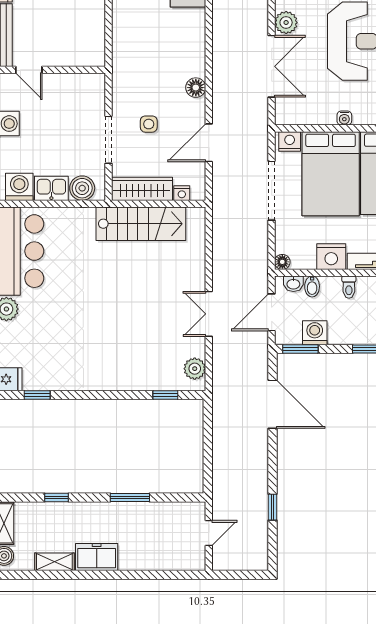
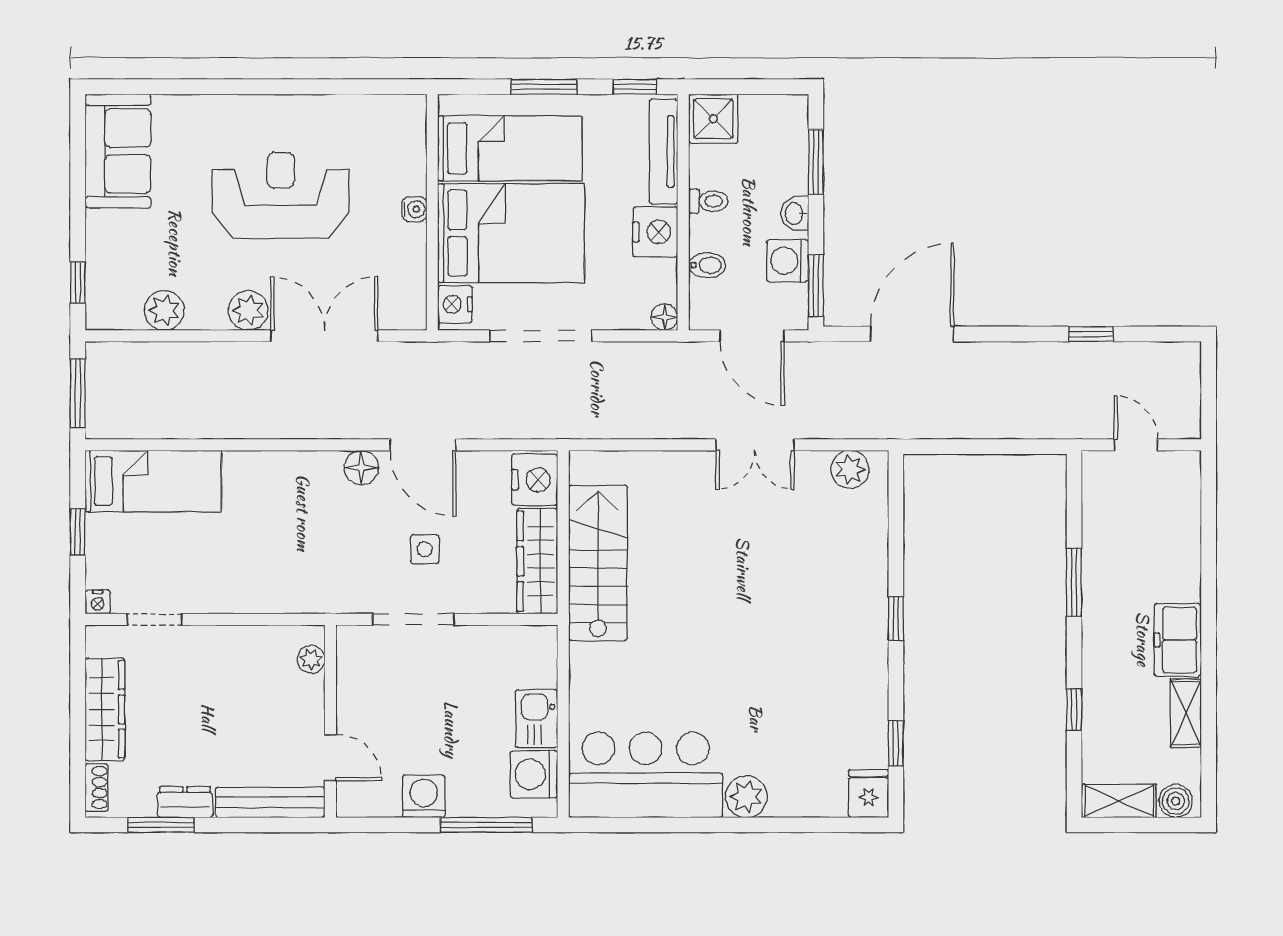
plant: (86, 59) -> (311, 659), added
door: (29, 70) -> (330, 758), hinge flipped
doorway: (108, 140) -> (414, 619), moved
door: (209, 143) -> (423, 445), moved
boiler: (82, 188) -> (536, 665), removed
nightstand: (182, 193) -> (535, 480), width x1.89, depth x1.79
washbasin: (293, 284) -> (795, 214), moved, turned 180
window: (165, 395) -> (896, 618), moved

